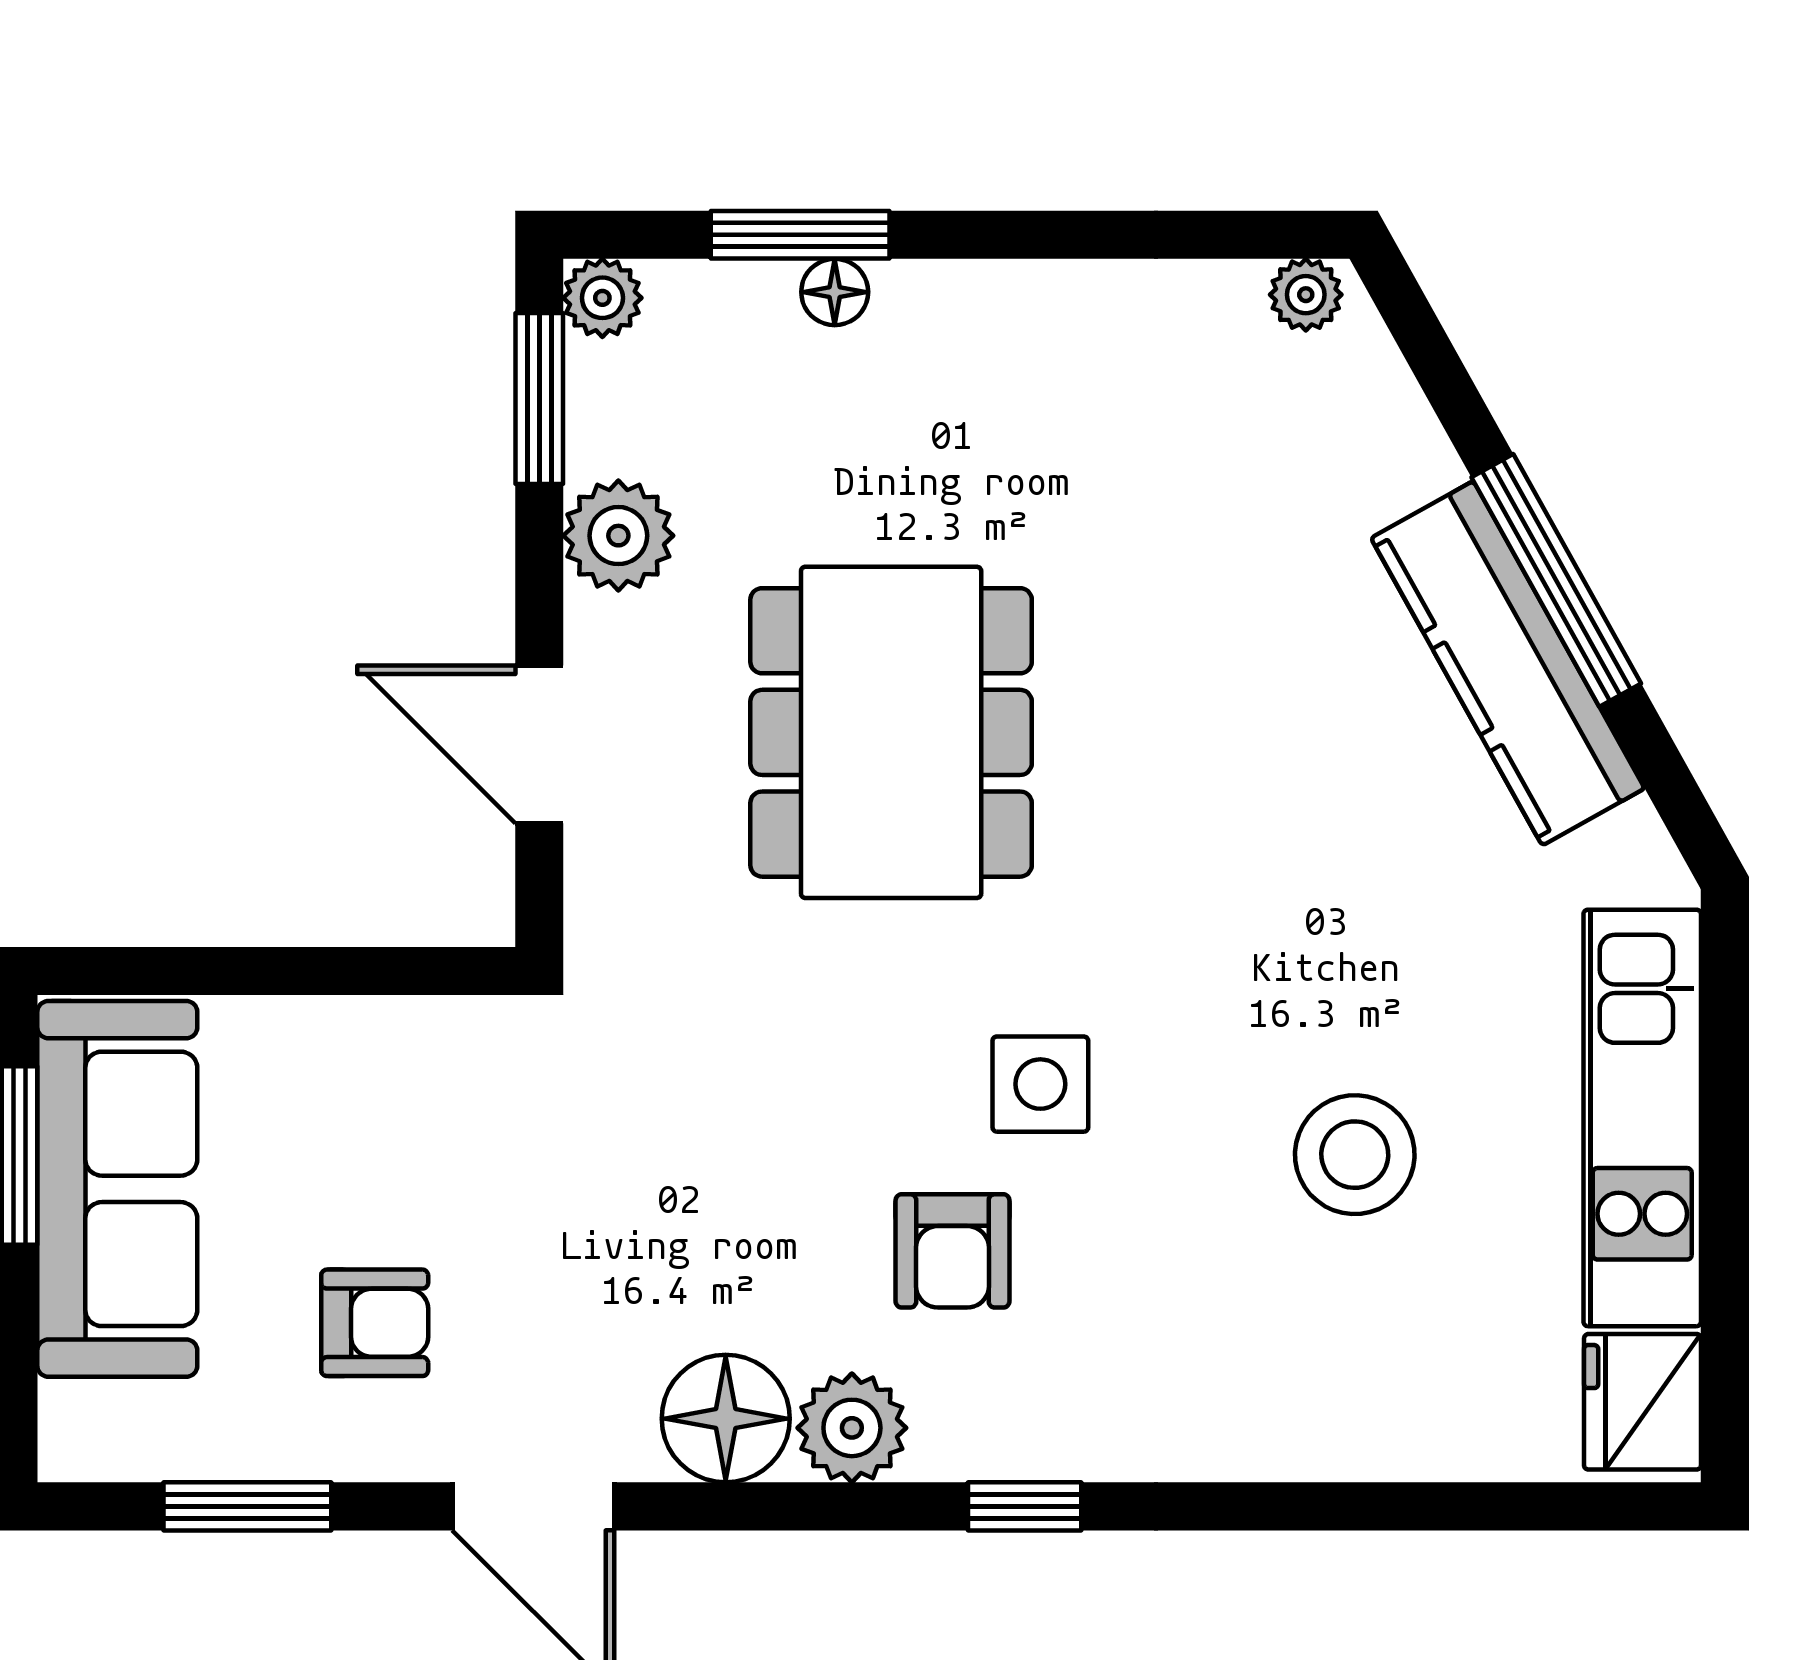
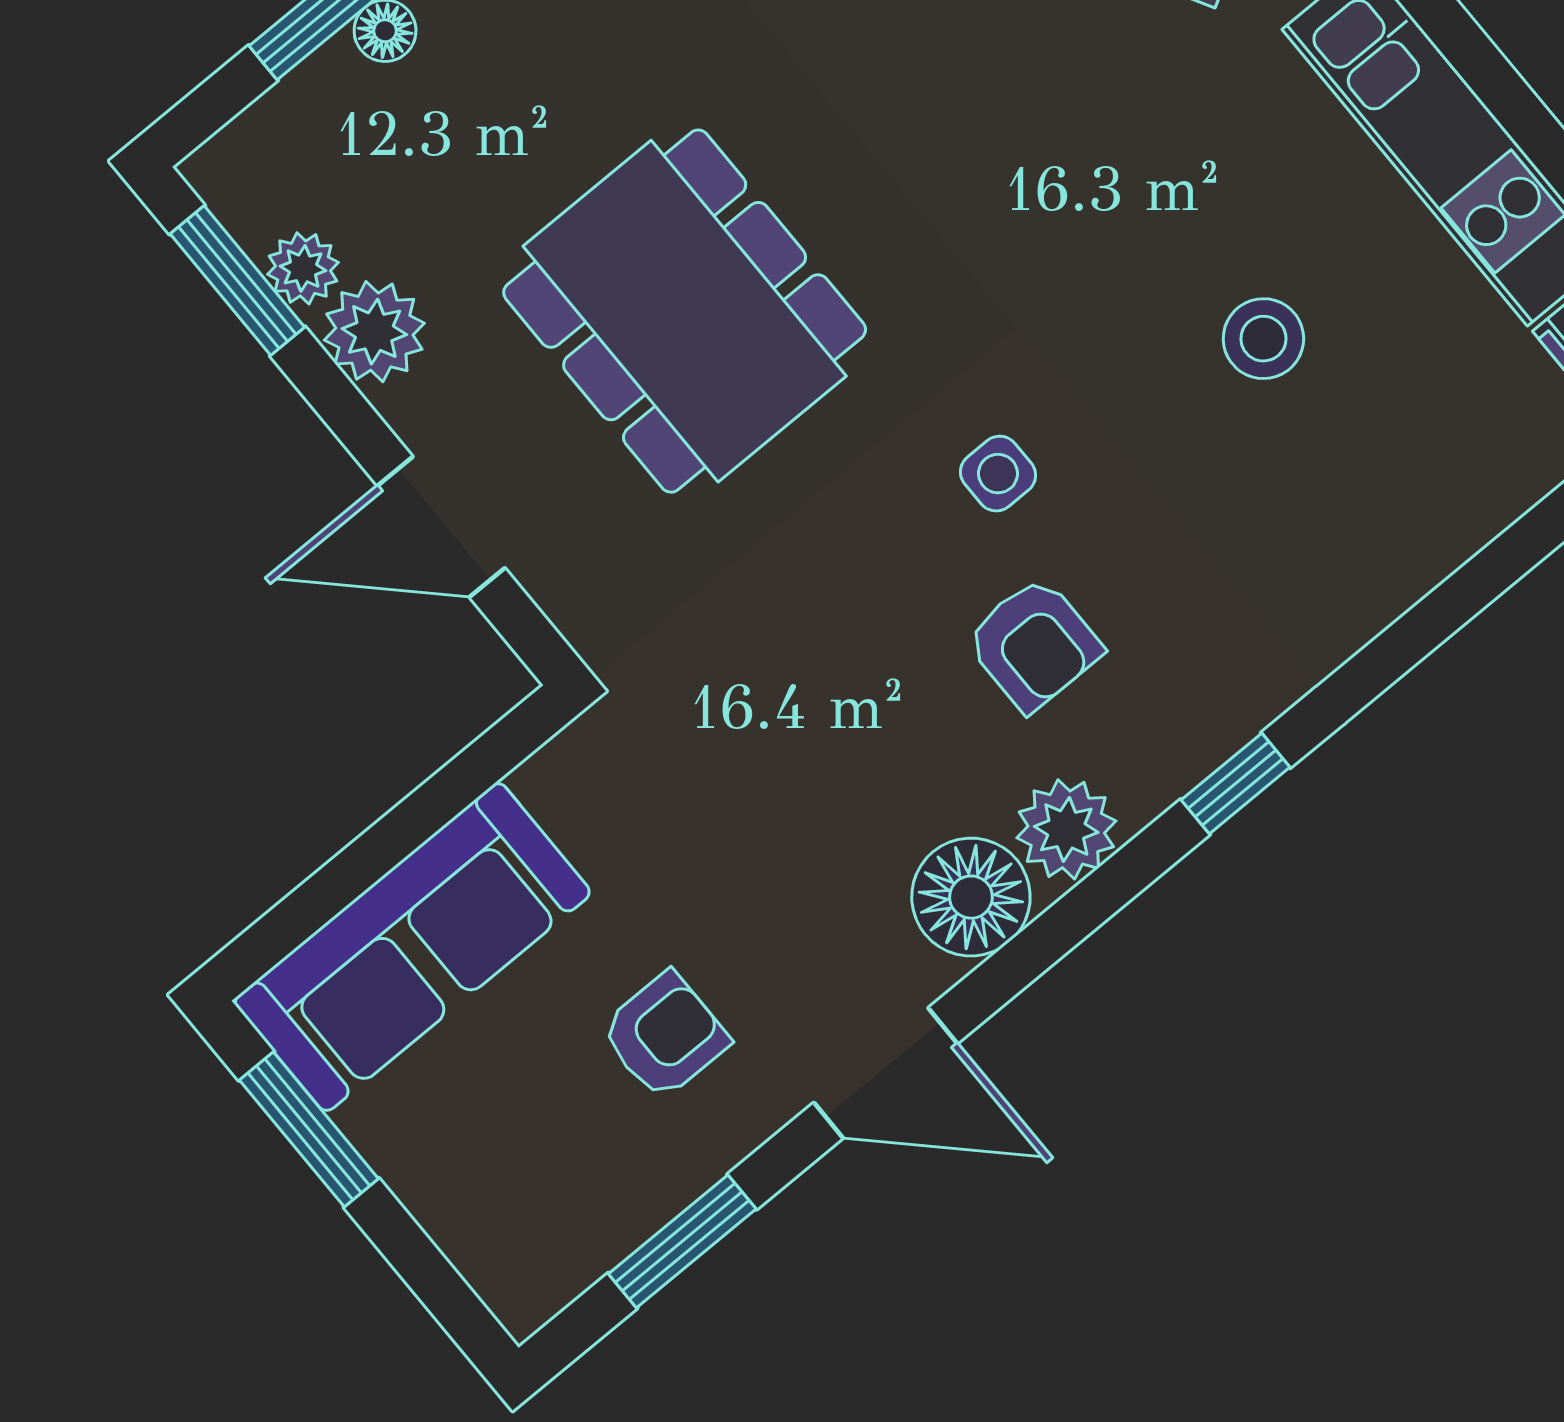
plant: (602, 298) -> (303, 268), moved
side table: (1040, 1084) -> (998, 474), width x0.73, depth x0.73
stool: (1355, 1155) -> (1263, 339), width x0.73, depth x0.73
sofa: (117, 1189) -> (412, 947), moved, turned 90

